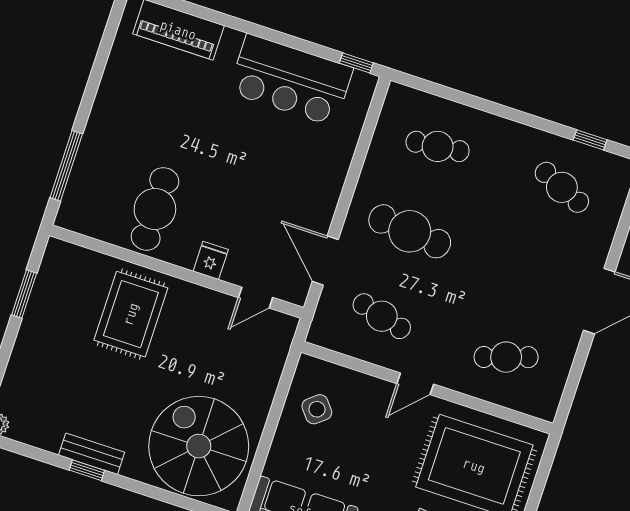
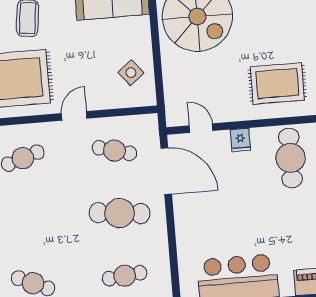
door: (325, 261) -> (166, 171), width x1.36
door: (256, 298) -> (201, 128), hinge flipped
rug: (131, 314) -> (277, 83), turned 90

